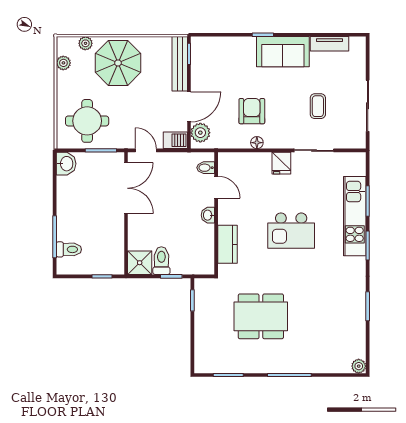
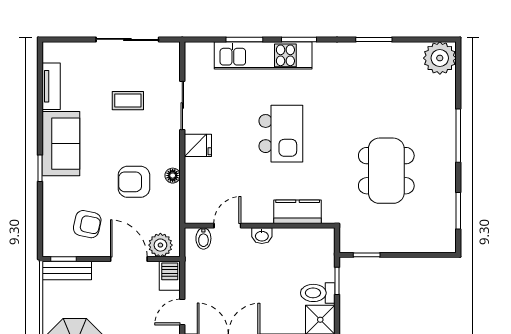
bench: (180, 64) -> (67, 271), width x0.73
armchair: (217, 73) -> (87, 224), added
plant: (359, 366) -> (440, 58), width x1.87, depth x1.87

